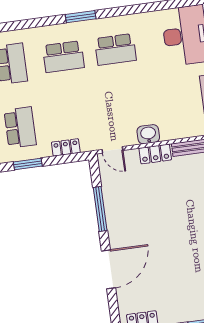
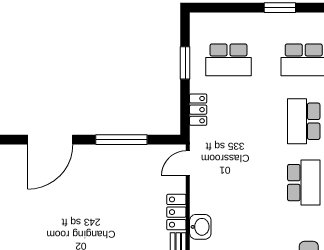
school desk: (115, 49) -> (304, 183), turned 180
washbasin: (148, 134) -> (200, 227), moved
door: (108, 269) -> (50, 140), hinge flipped

